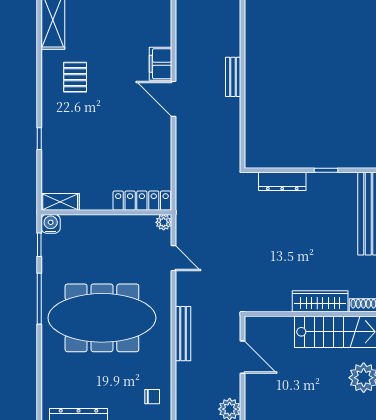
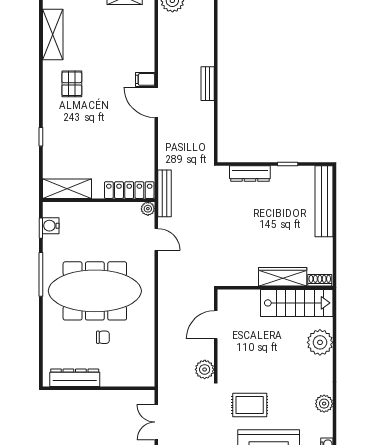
filing cabinet: (160, 64) -> (145, 79), width x0.50
shelving: (60, 202) -> (67, 189), width x1.50, depth x1.33
water cooler: (51, 224) -> (51, 226), moved, turned -90
bench: (183, 334) -> (165, 193), moved
door: (242, 357) -> (216, 325), swing flipped
chair: (152, 397) -> (103, 337), moved

